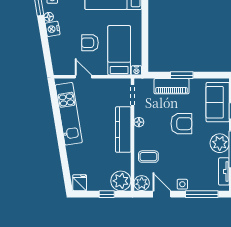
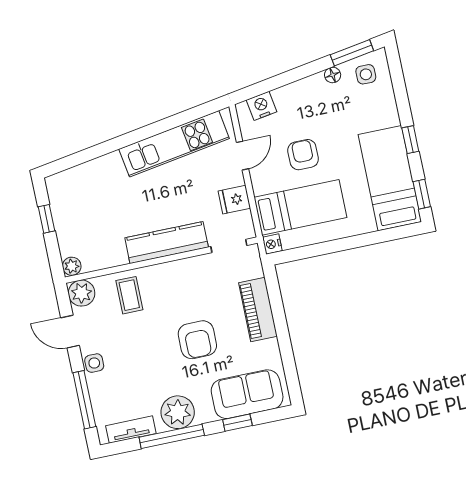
nightstand: (53, 29) -> (261, 106), moved
window: (182, 75) -> (281, 323), removed
floor lamp: (139, 122) -> (185, 267), removed
plant: (121, 181) -> (72, 266), width x0.53, depth x0.53
fridge: (80, 183) -> (234, 200), moved, turned 180
window: (107, 194) -> (46, 219), moved
door: (162, 194) -> (70, 332), swing flipped

